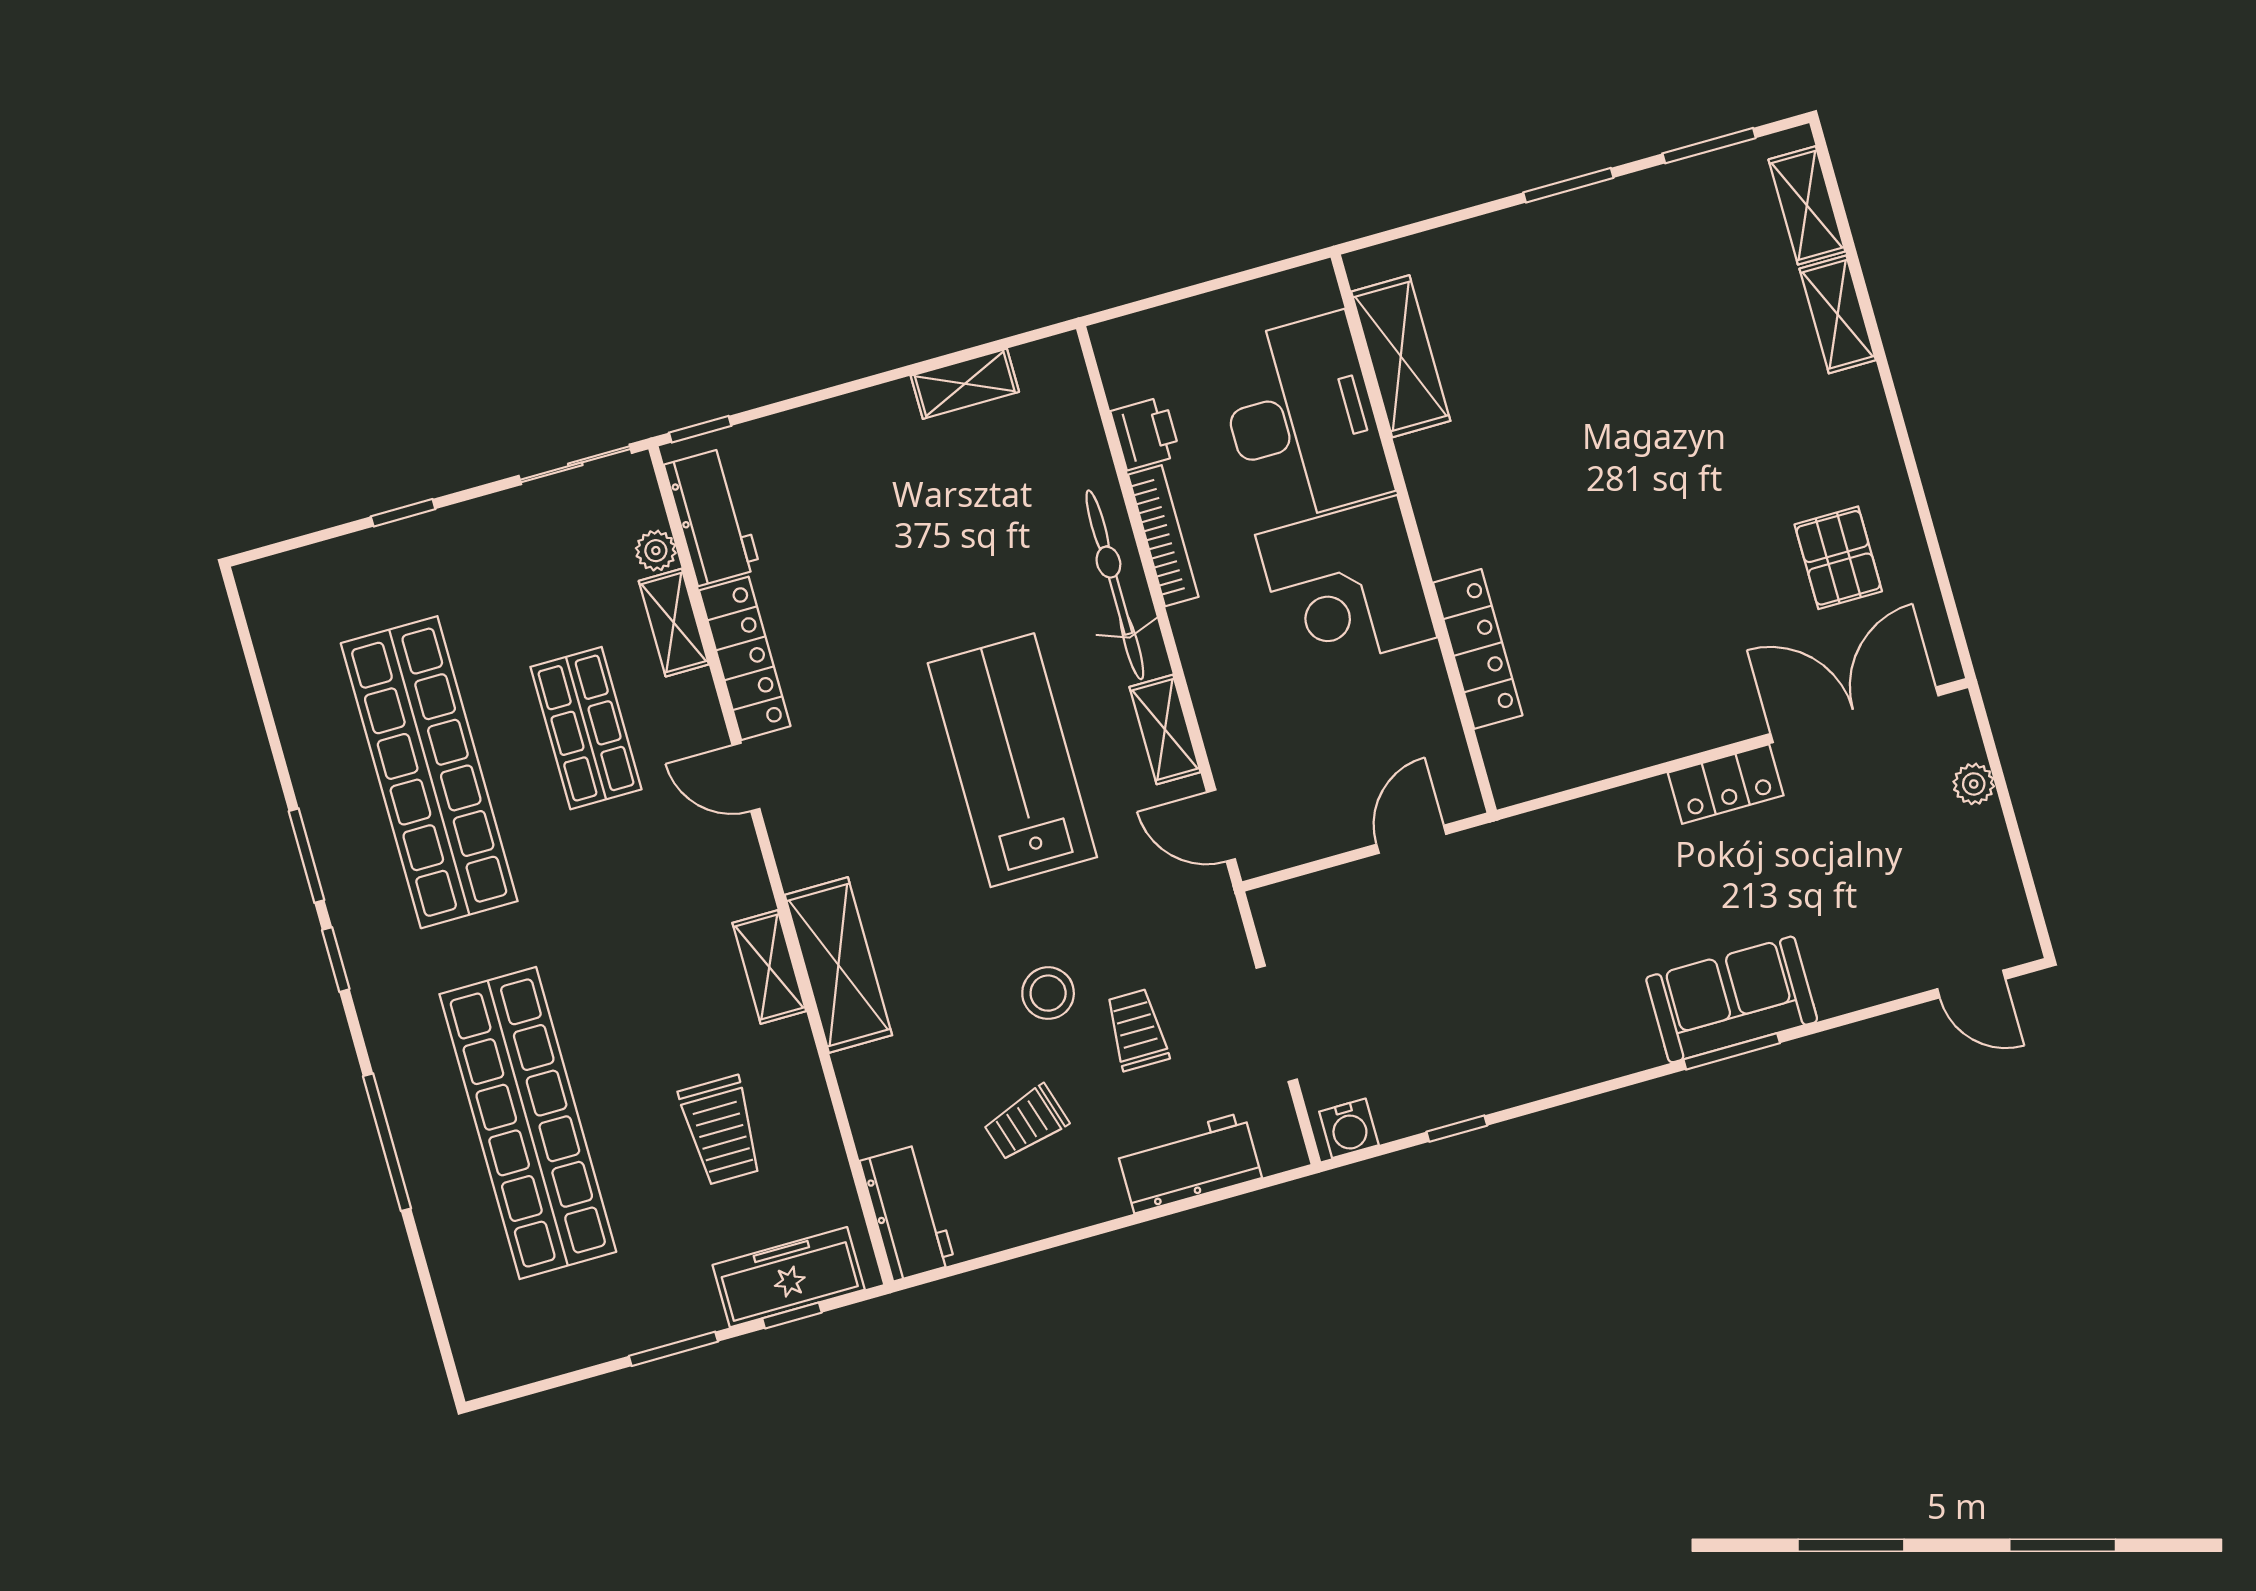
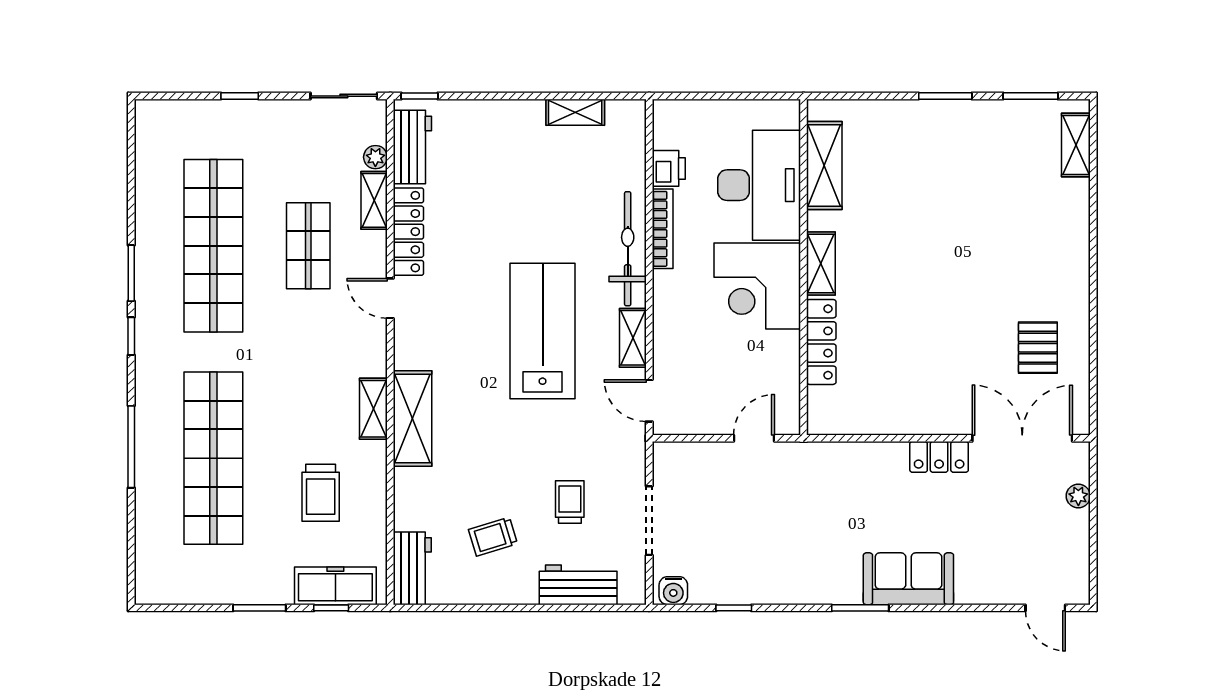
shelving: (1838, 314) -> (821, 263), moved
stool: (1048, 993) -> (526, 467), removed
window: (1732, 1051) -> (860, 608), moved

